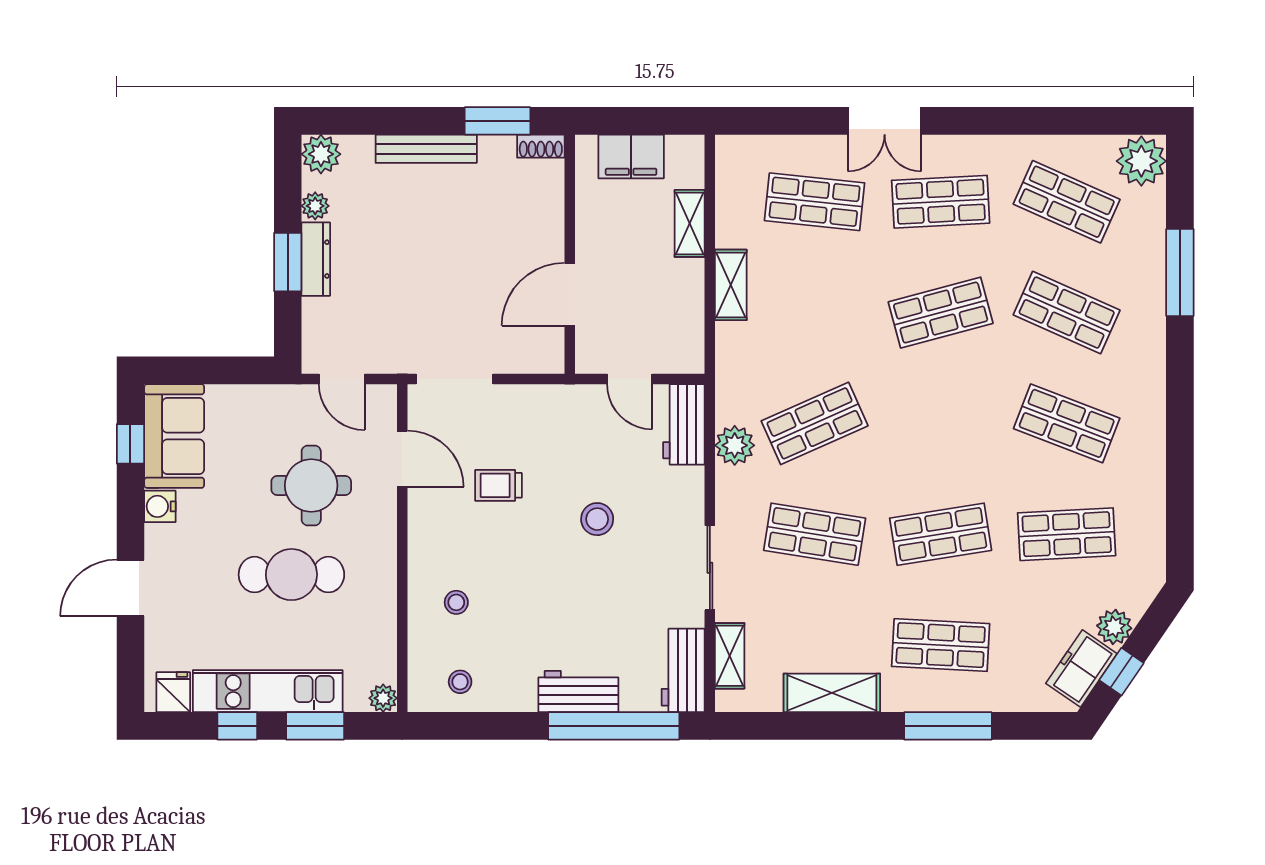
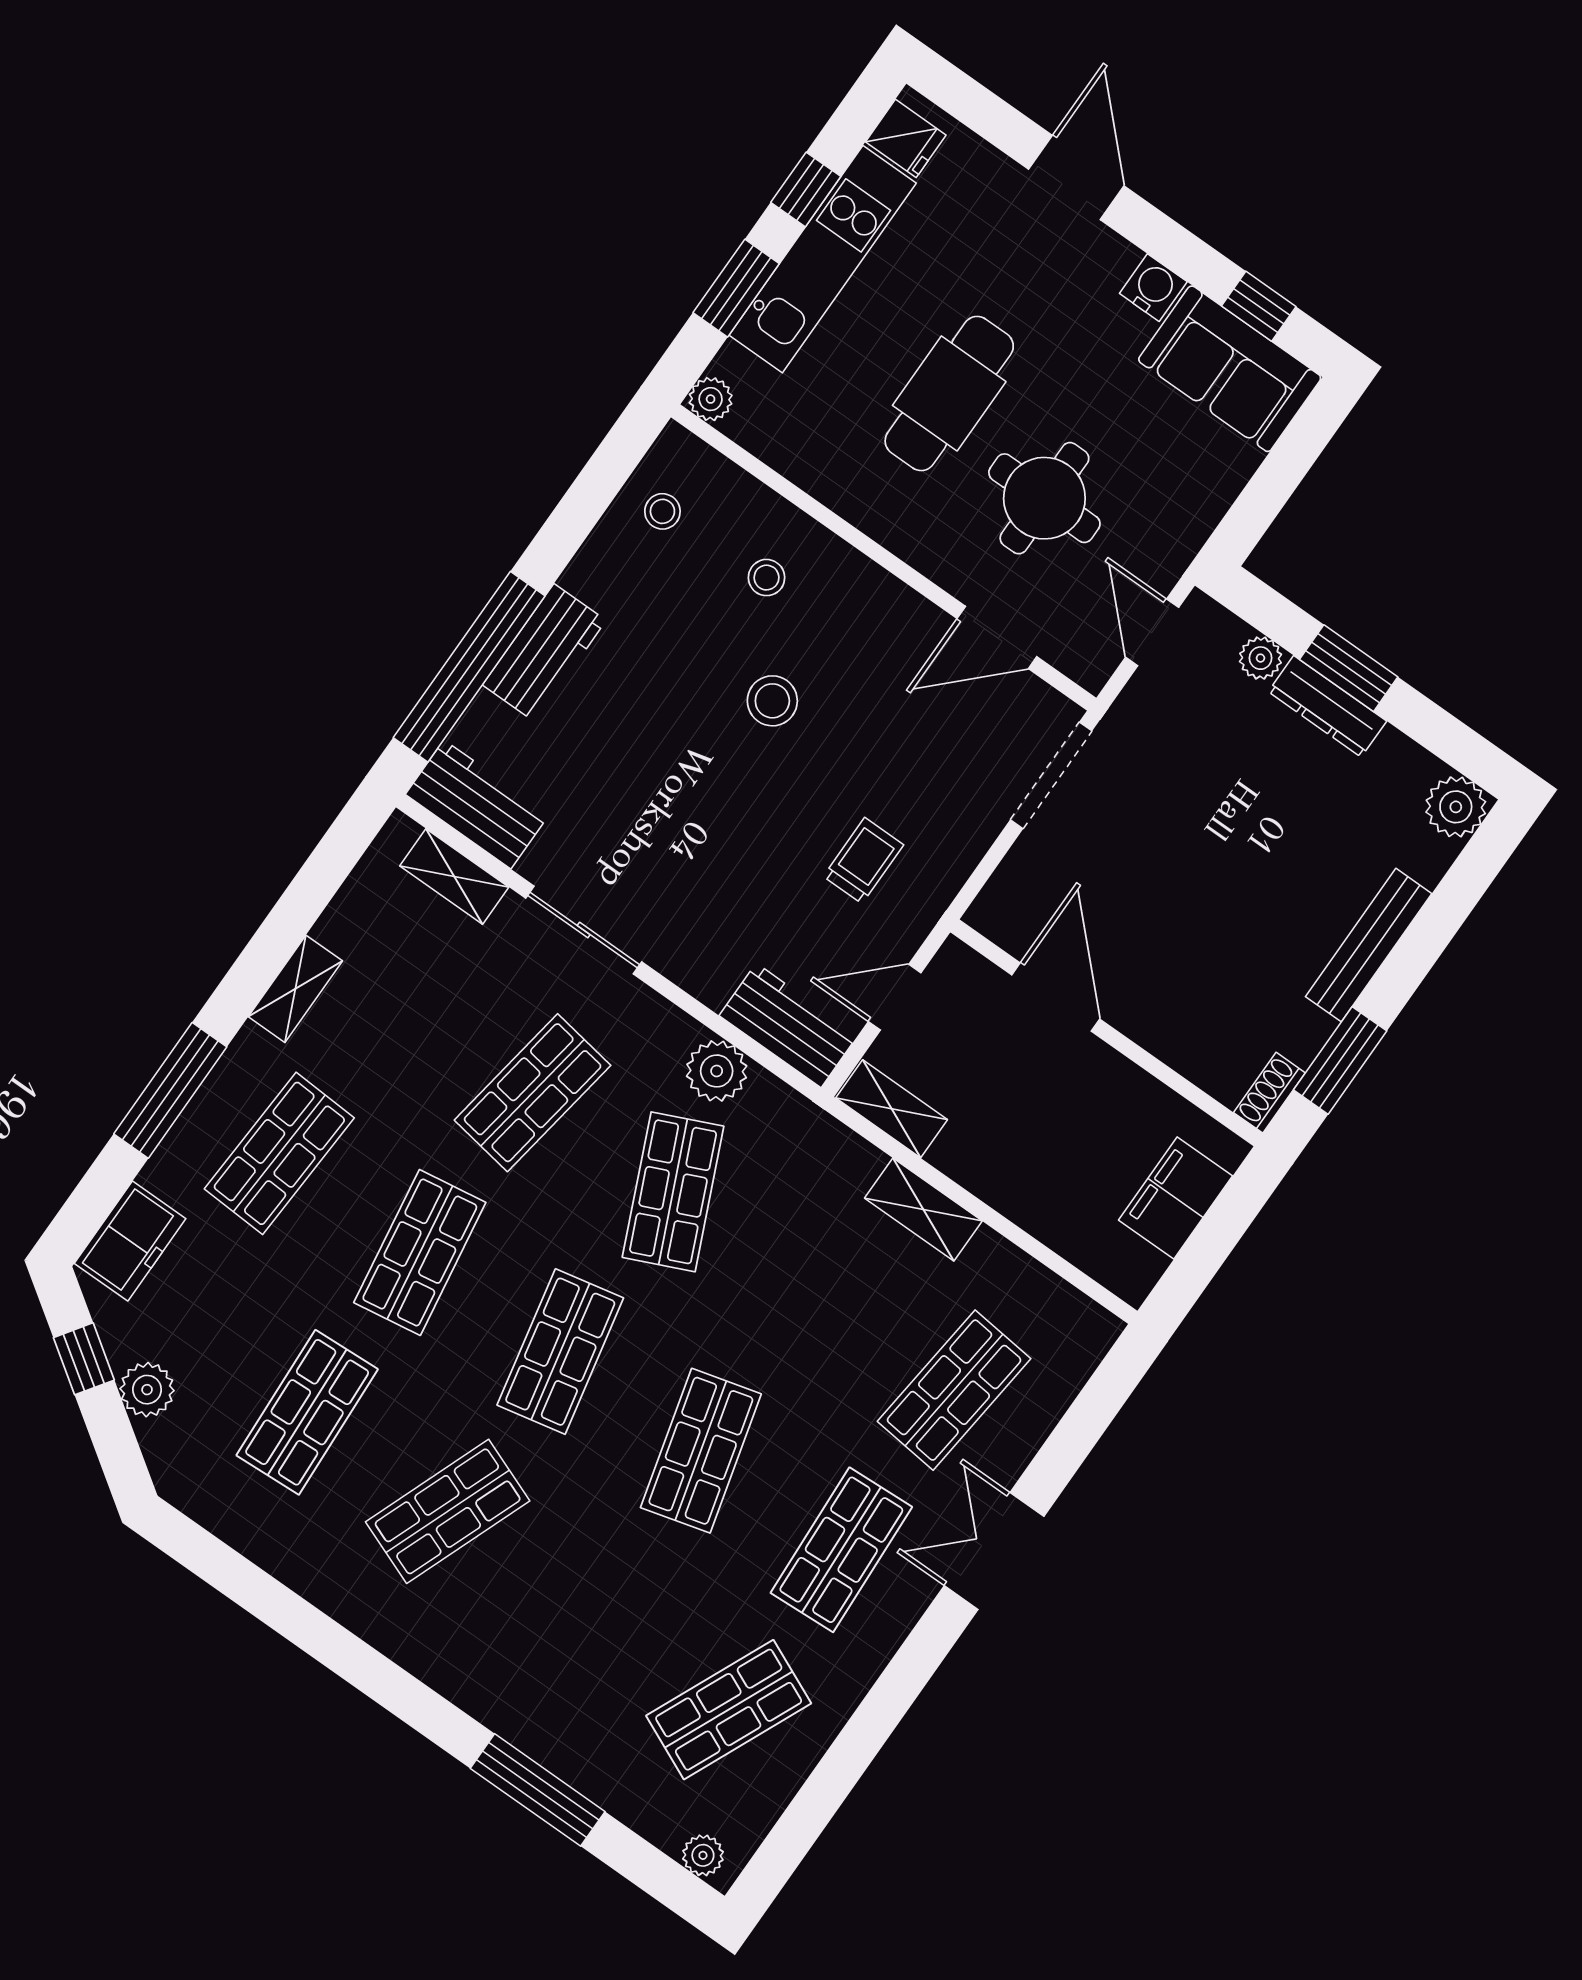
plant: (1141, 161) -> (703, 1855), width x0.53, depth x0.53
plant: (315, 206) -> (1261, 658), moved
shelving: (690, 223) -> (892, 1109), moved
shop shelf: (1067, 313) -> (560, 1352), moved, turned -36
door: (342, 379) -> (1152, 632), hinge flipped
trolley: (498, 485) -> (863, 861), moved
stool: (597, 519) -> (772, 701), moved
freezer: (1081, 669) -> (130, 1241), moved, turned 56
shelving: (832, 693) -> (295, 989), width x0.67, depth x0.75

